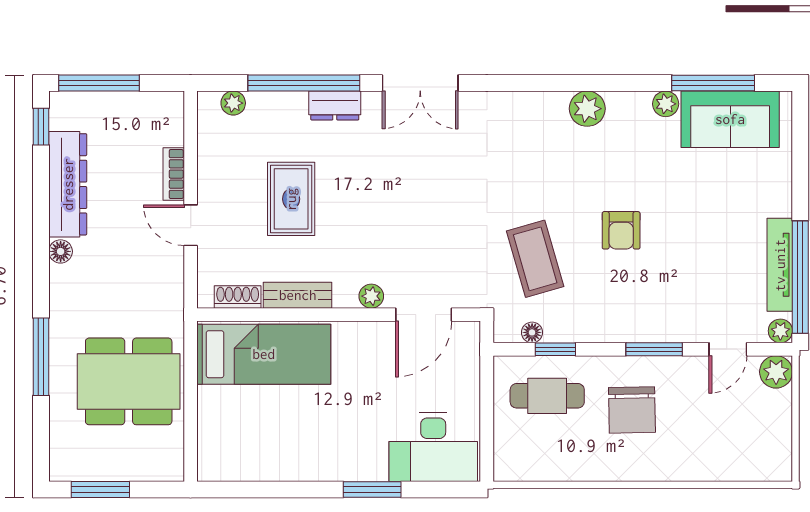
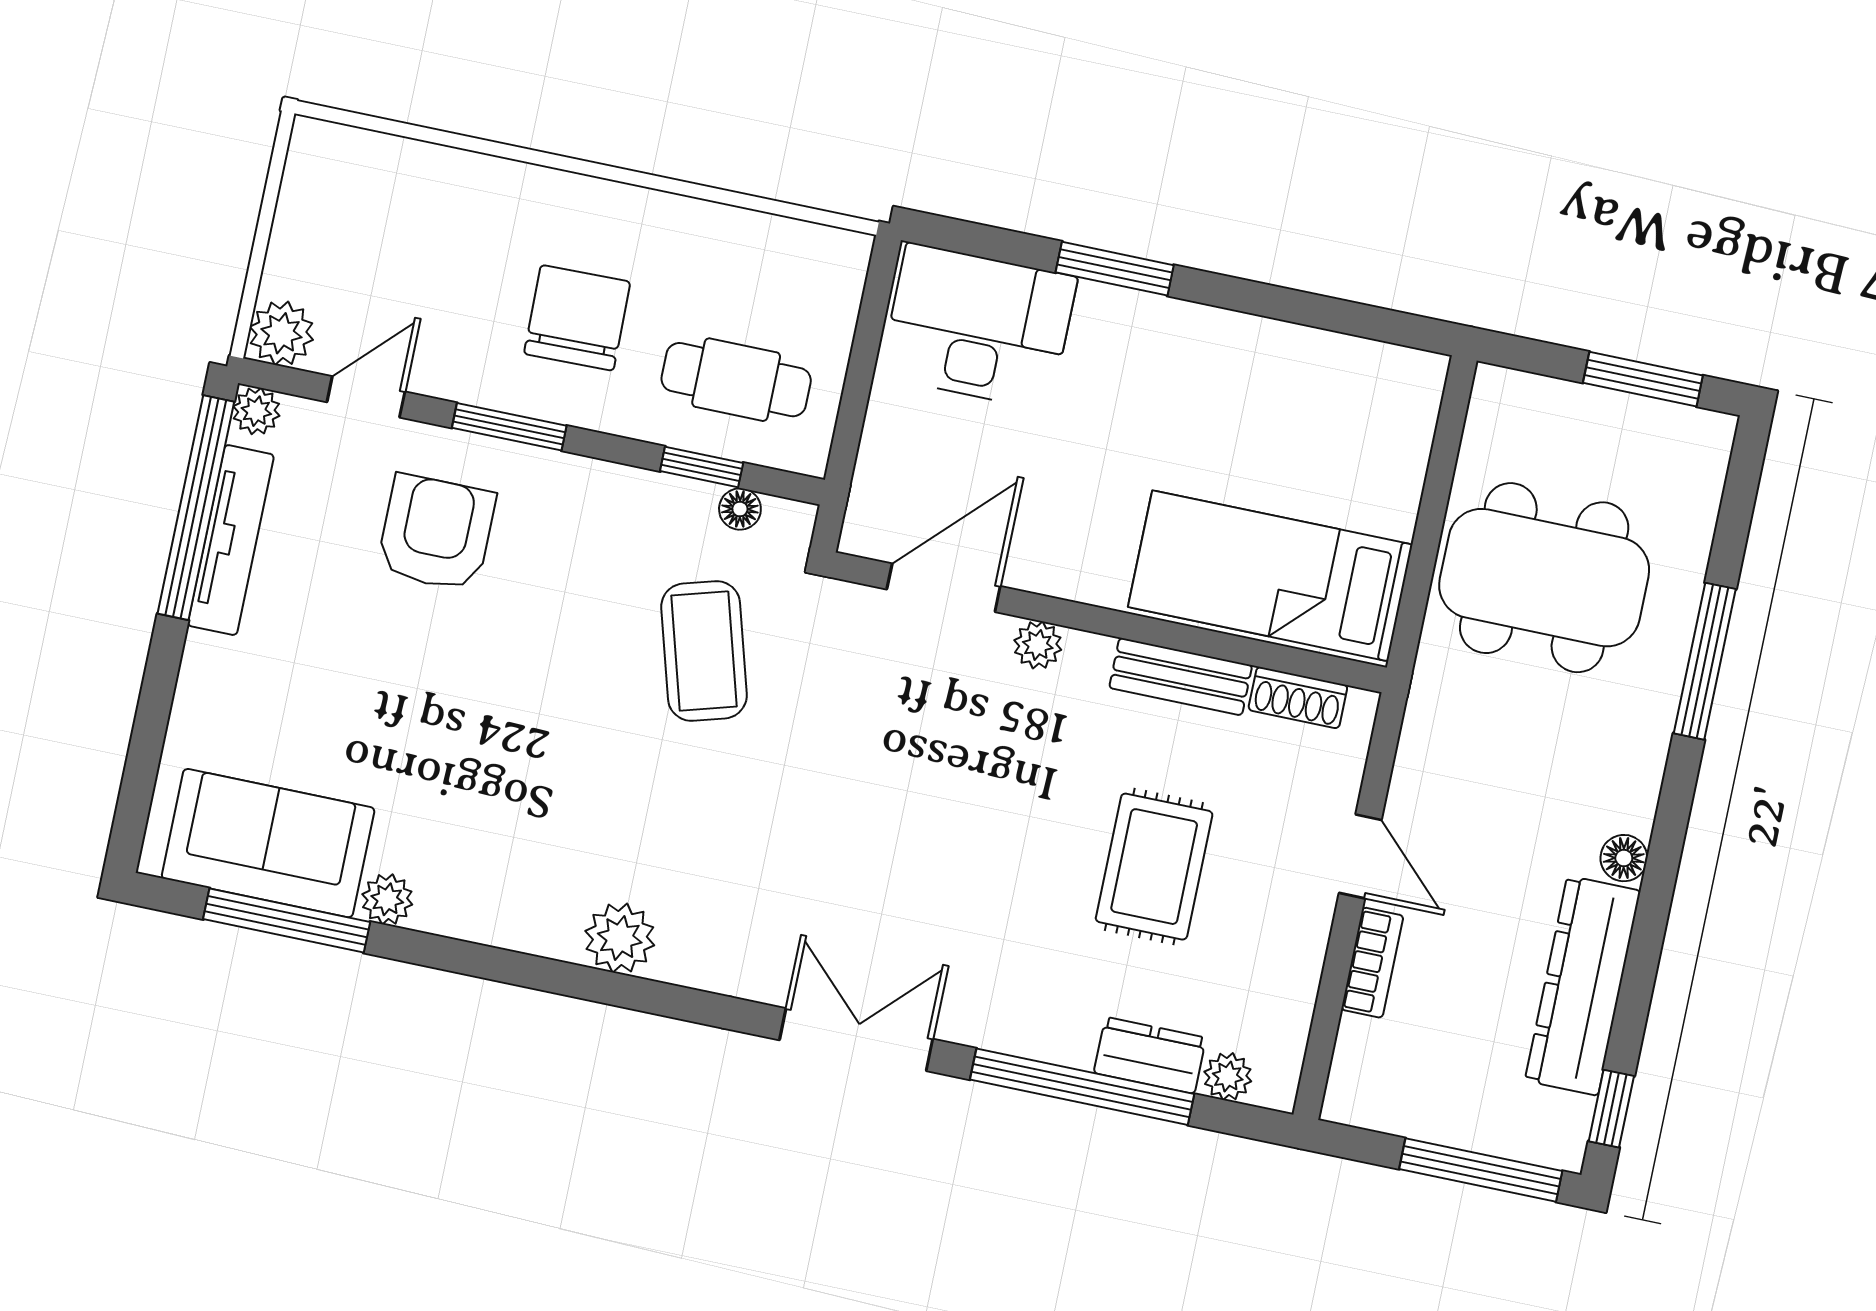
dresser: (335, 105) -> (1150, 1055), moved
plant: (587, 109) -> (620, 938), moved
armchair: (621, 230) -> (436, 533), moved, width x1.38, depth x1.38

